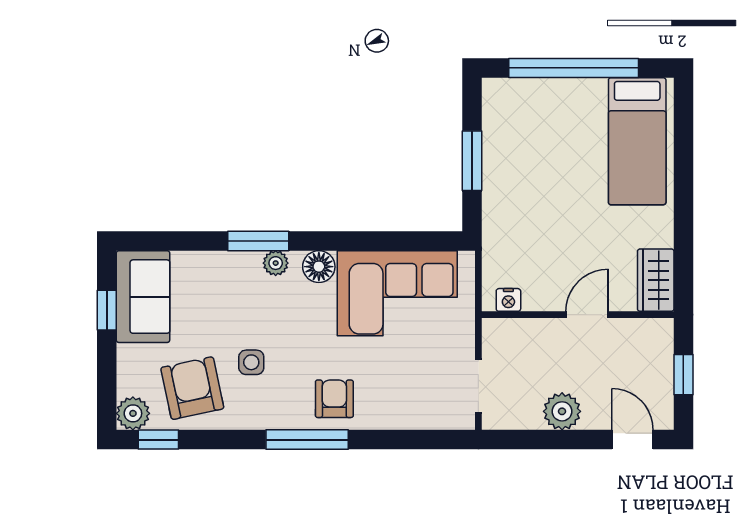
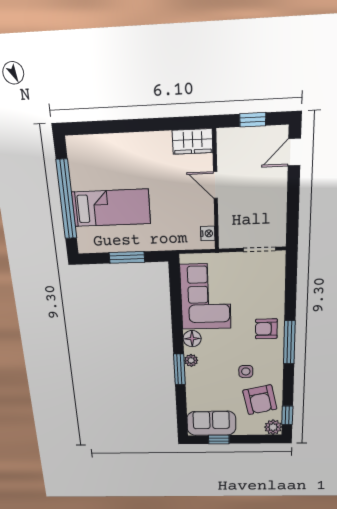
bed: (637, 141) -> (111, 208), moved
armchair: (192, 388) -> (260, 400), turned -90
plant: (562, 411) -> (276, 198), removed

